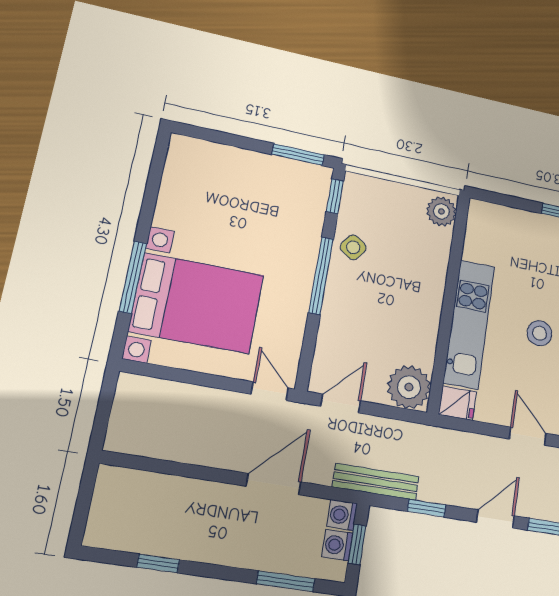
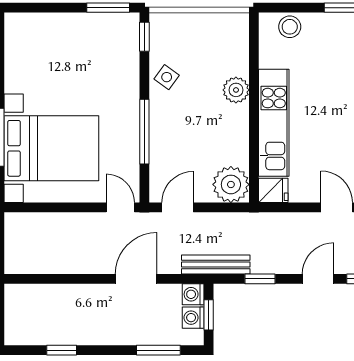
plant: (441, 211) -> (236, 90), moved
window: (321, 276) -> (144, 132), moved
stool: (539, 333) -> (290, 27), moved

